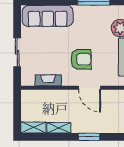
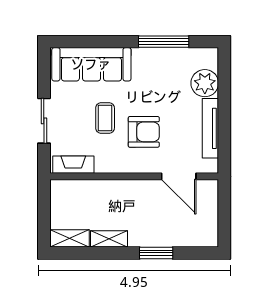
coffee table: (56, 50) -> (105, 118), added
fireplace: (48, 80) -> (73, 165), moved
door: (90, 88) -> (179, 176), moved

